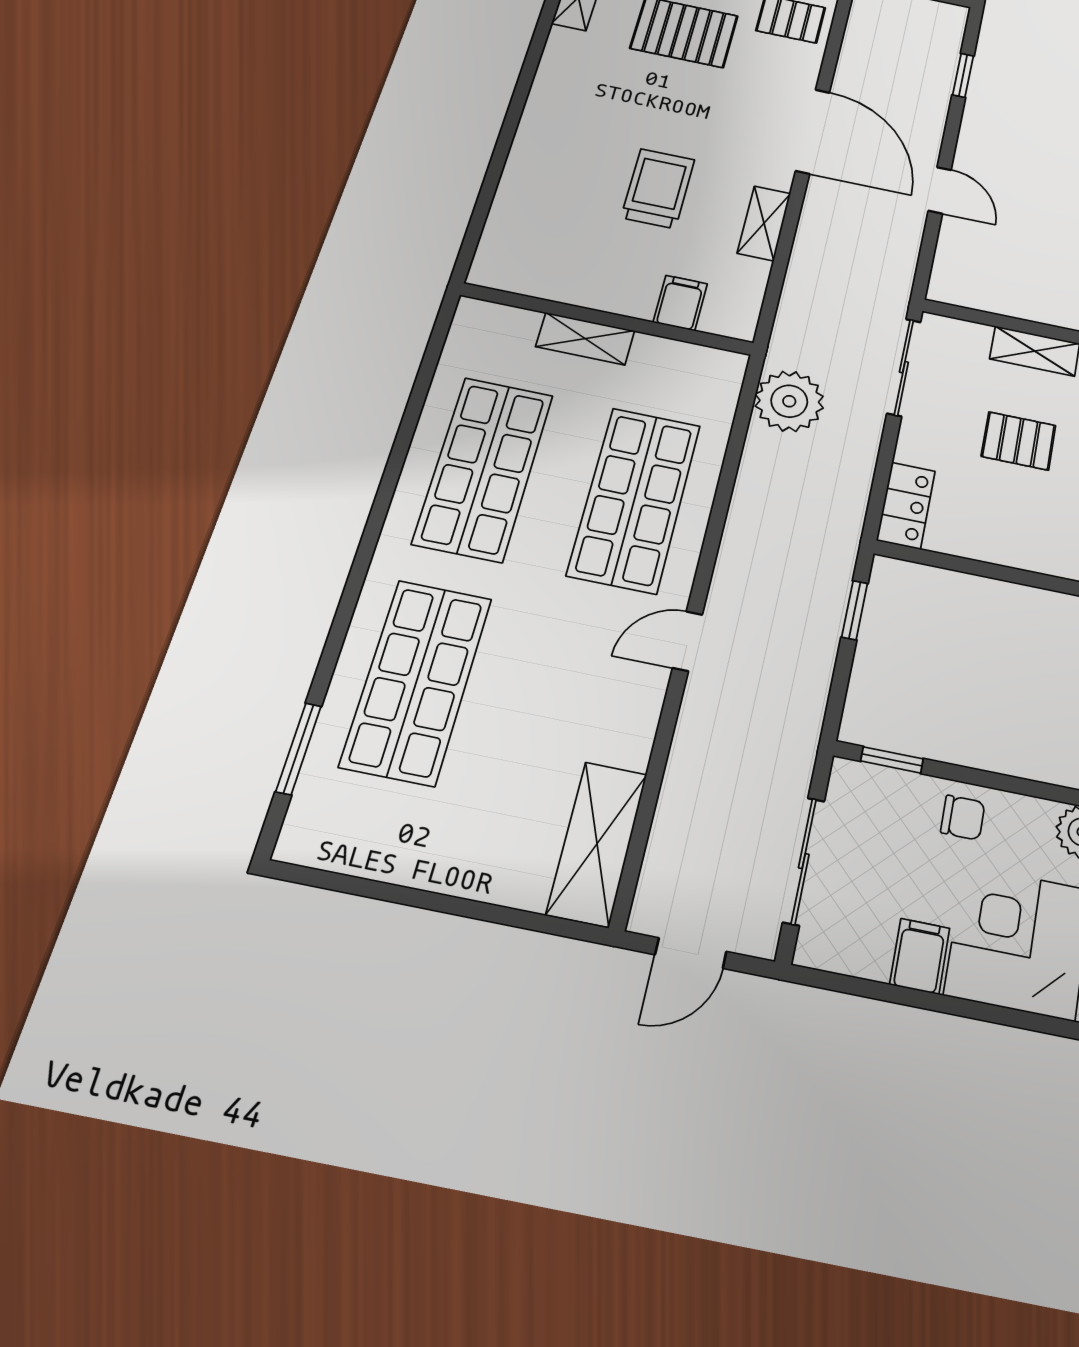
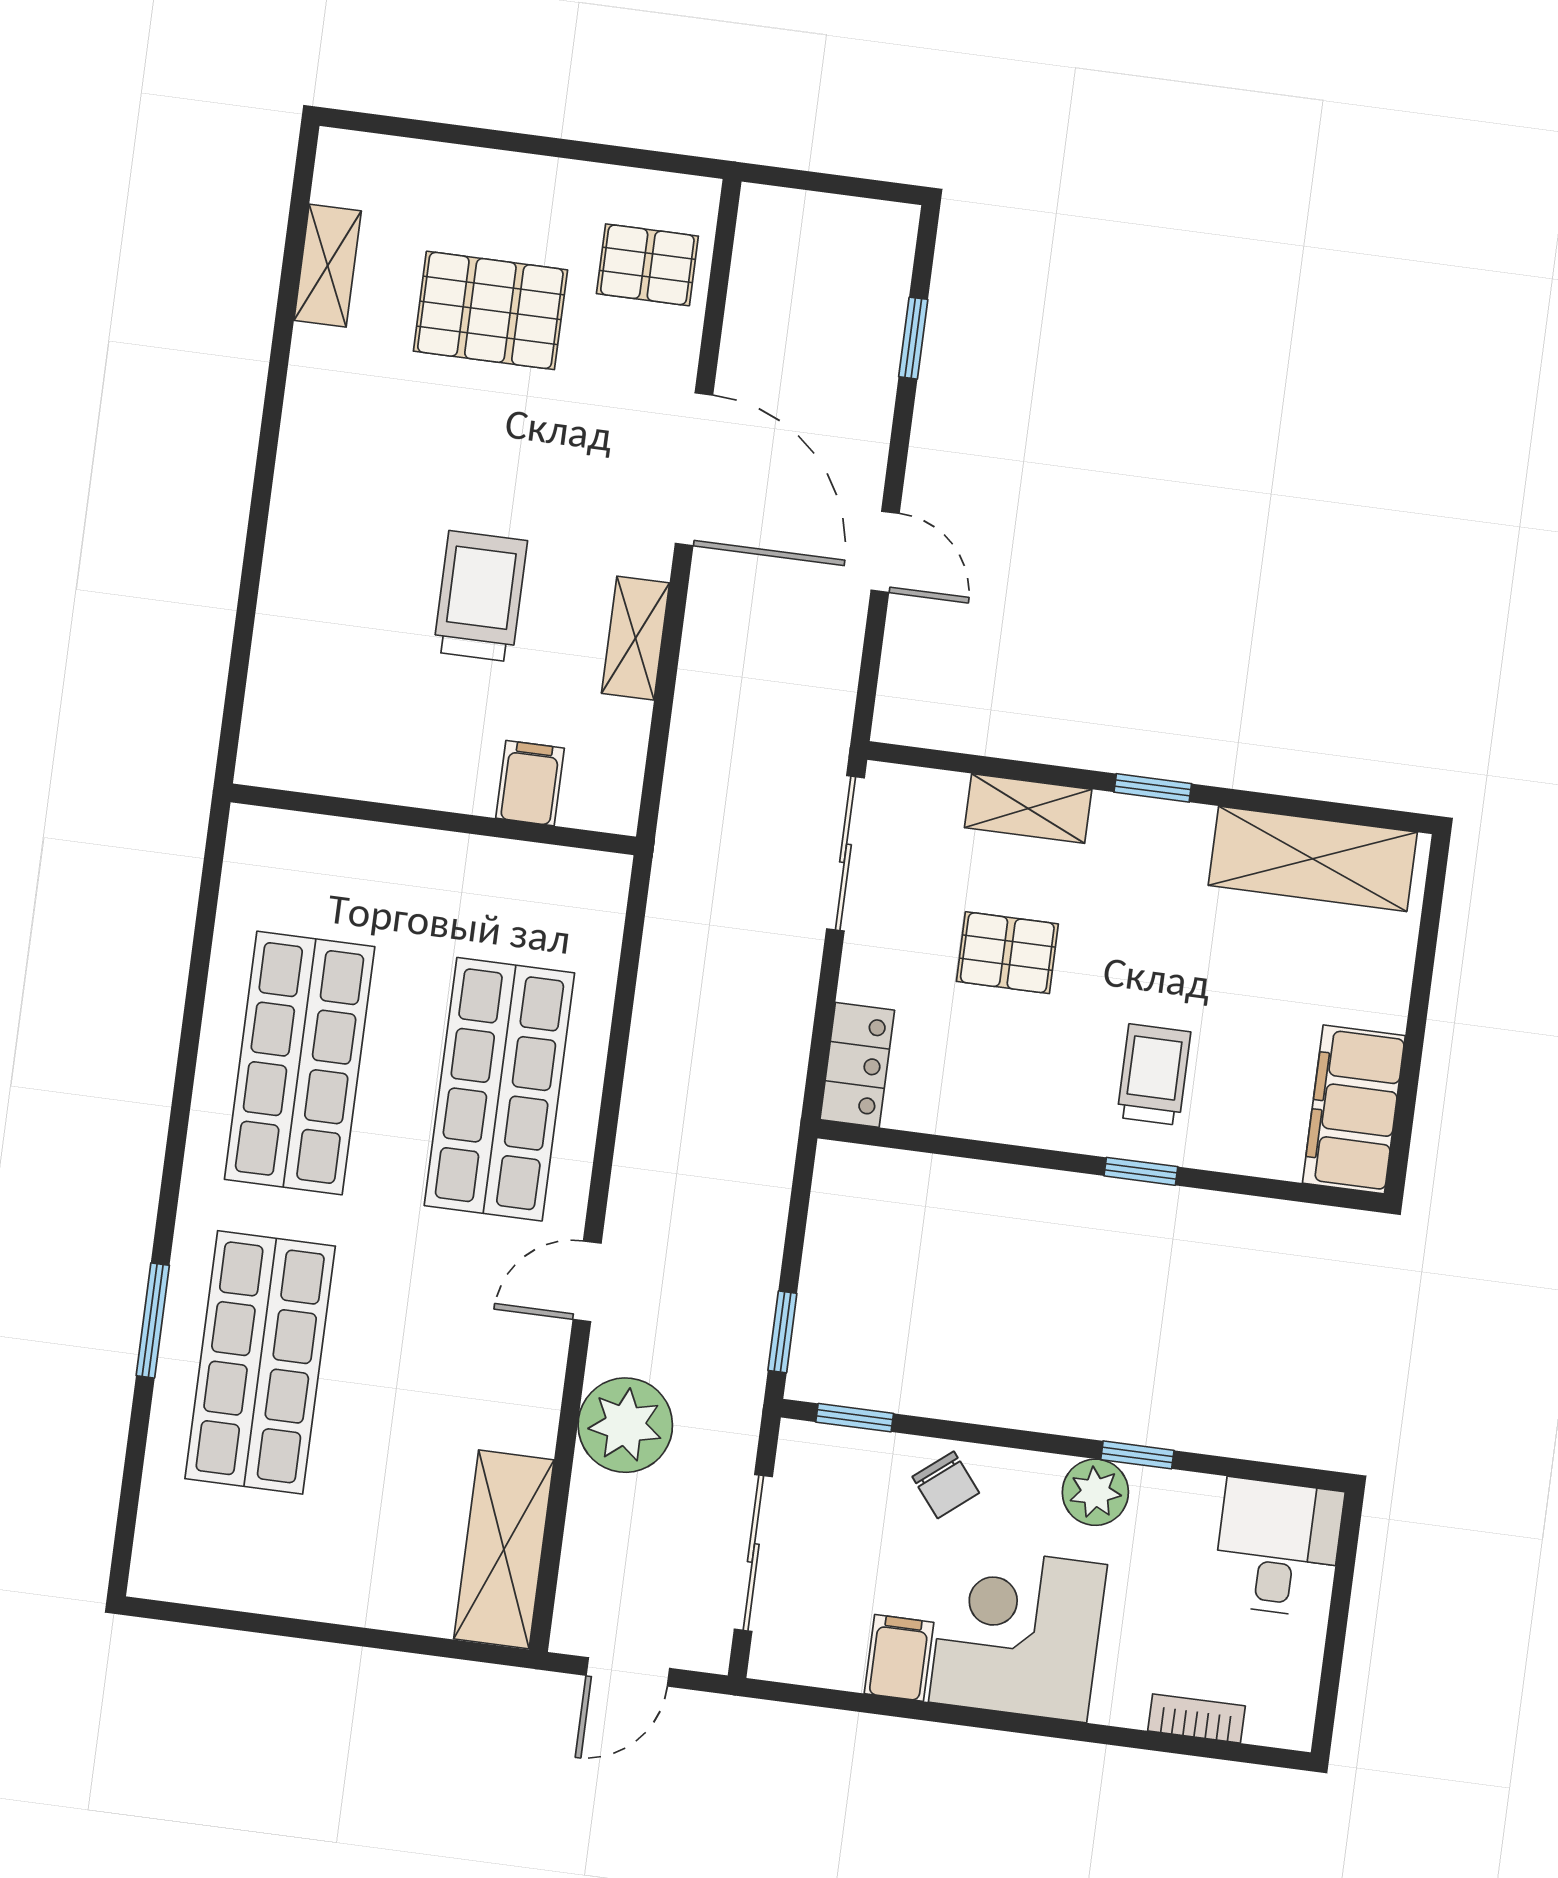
shelving: (585, 339) -> (407, 854), removed
plant: (789, 401) -> (625, 1425), moved
window: (855, 610) -> (782, 1332), moved
window: (299, 749) -> (153, 1320), moved
chair: (963, 818) -> (946, 1485), turned 51

